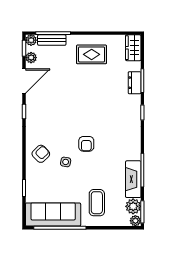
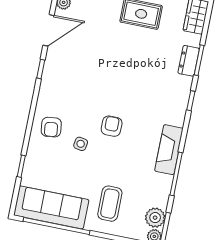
armchair: (86, 144) -> (112, 126), turned 180
armchair: (41, 154) -> (51, 127), turned 127
fireplace: (133, 179) -> (169, 150), moved

